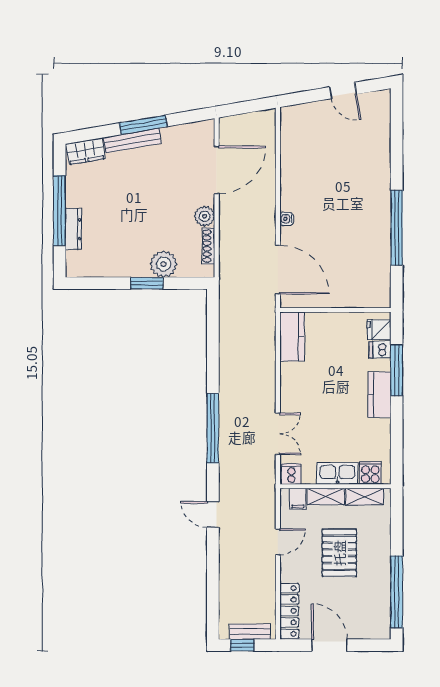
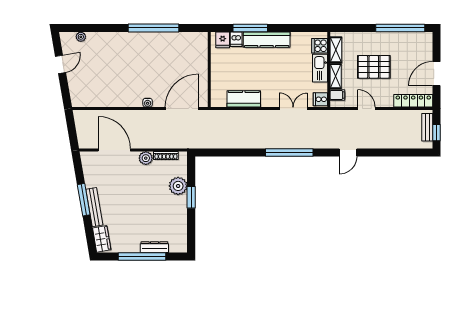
plant: (384, 120) -> (81, 37), added
kitchen counter: (292, 337) -> (244, 99), moved
kitchen counter: (379, 395) -> (267, 40), width x1.50

